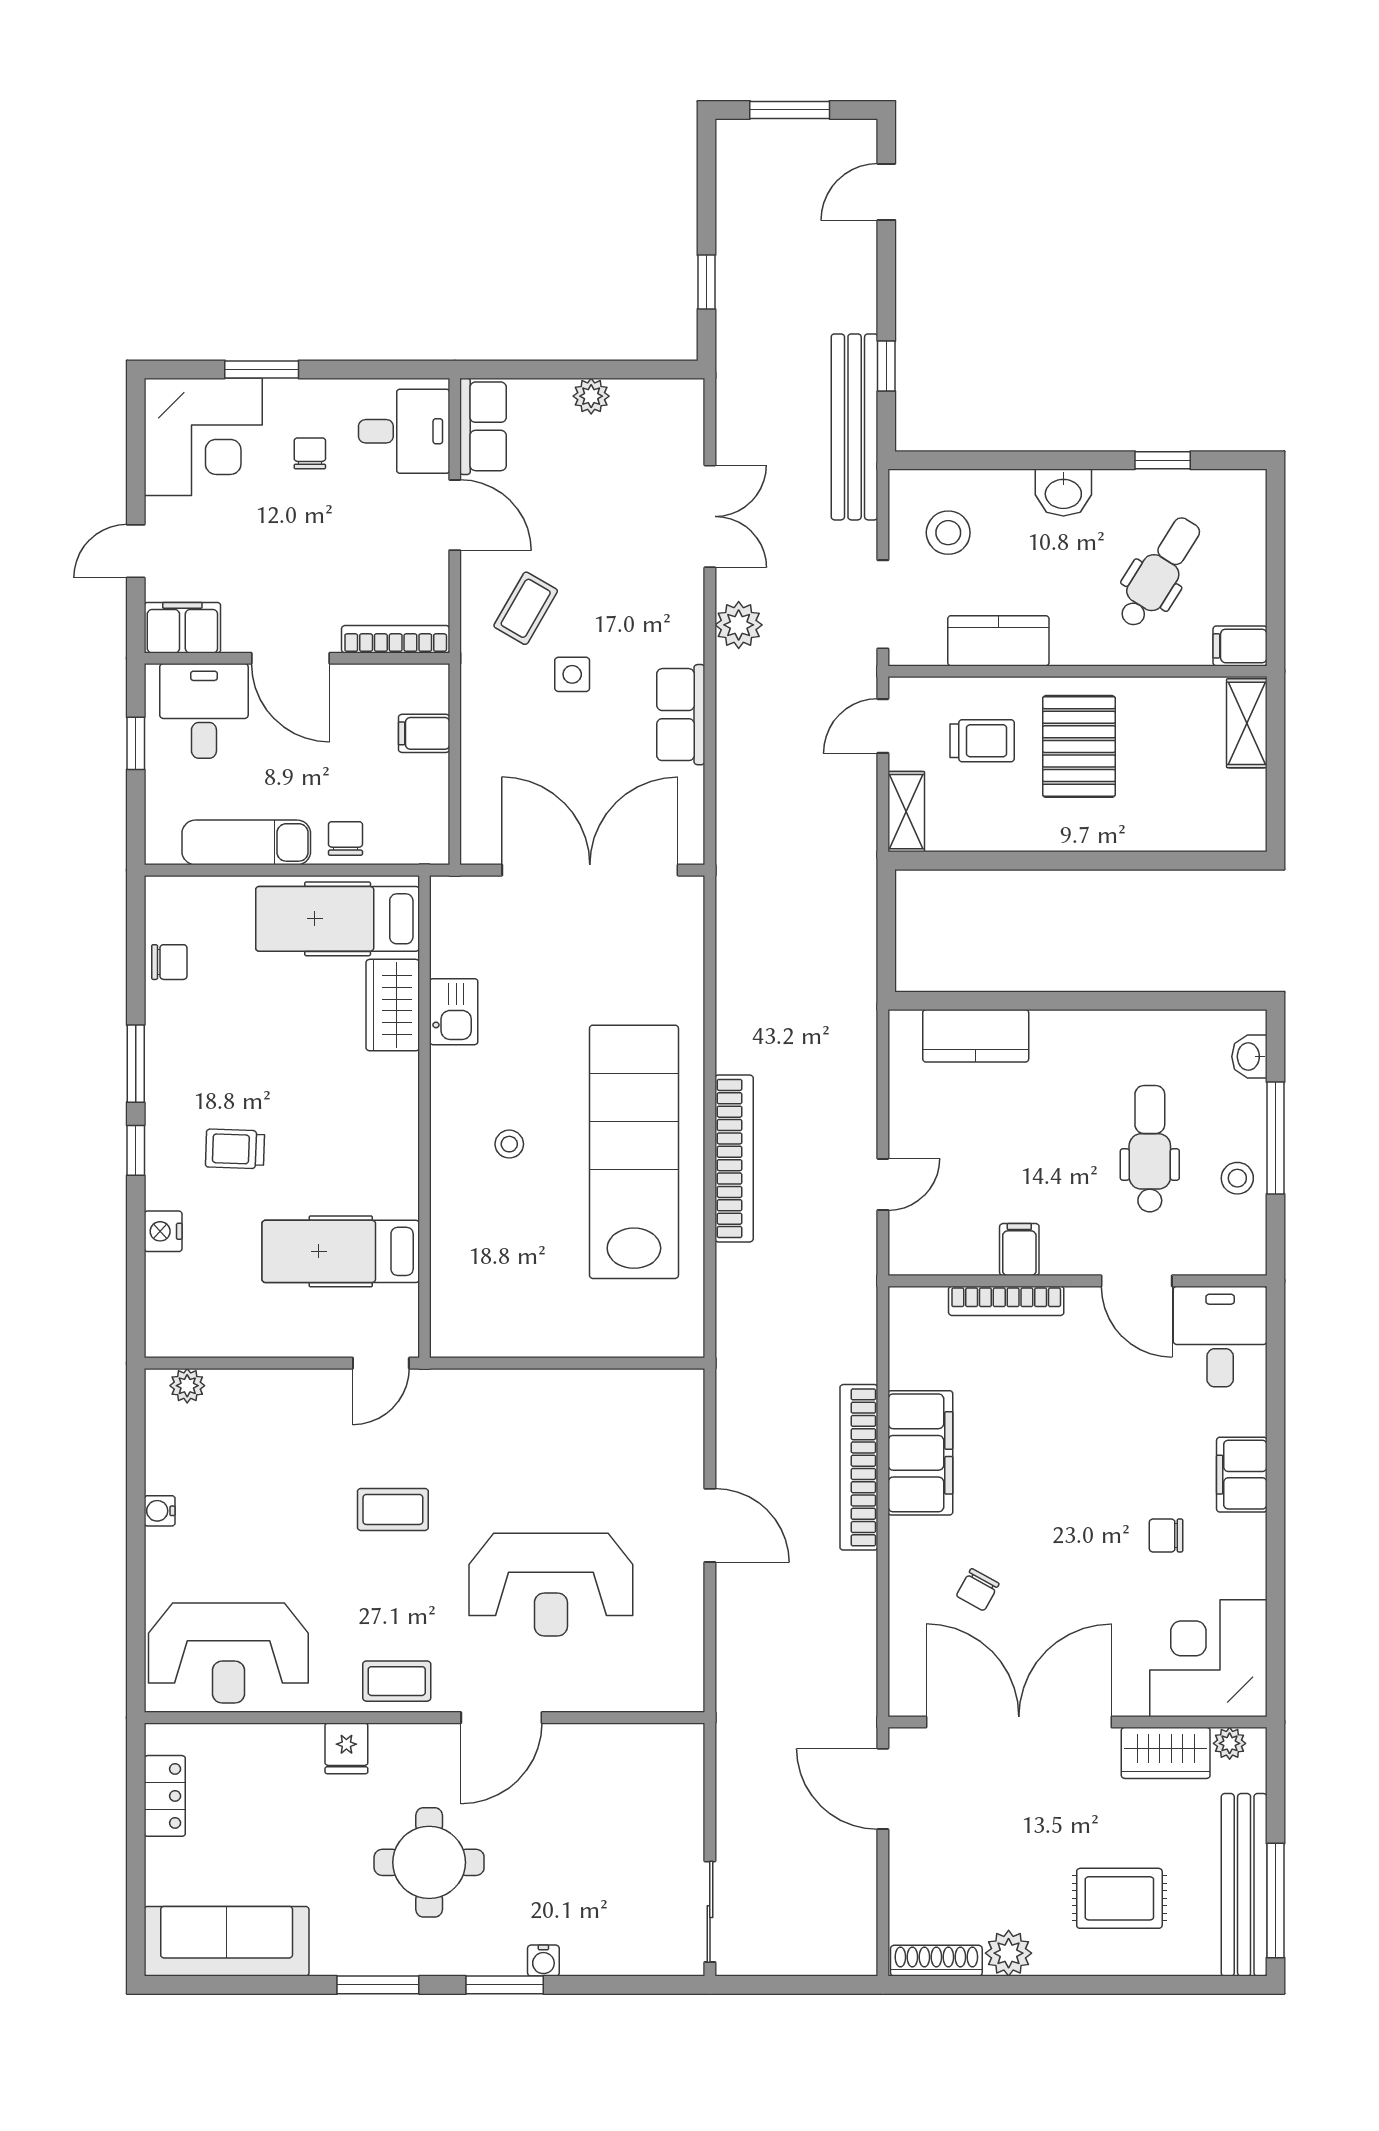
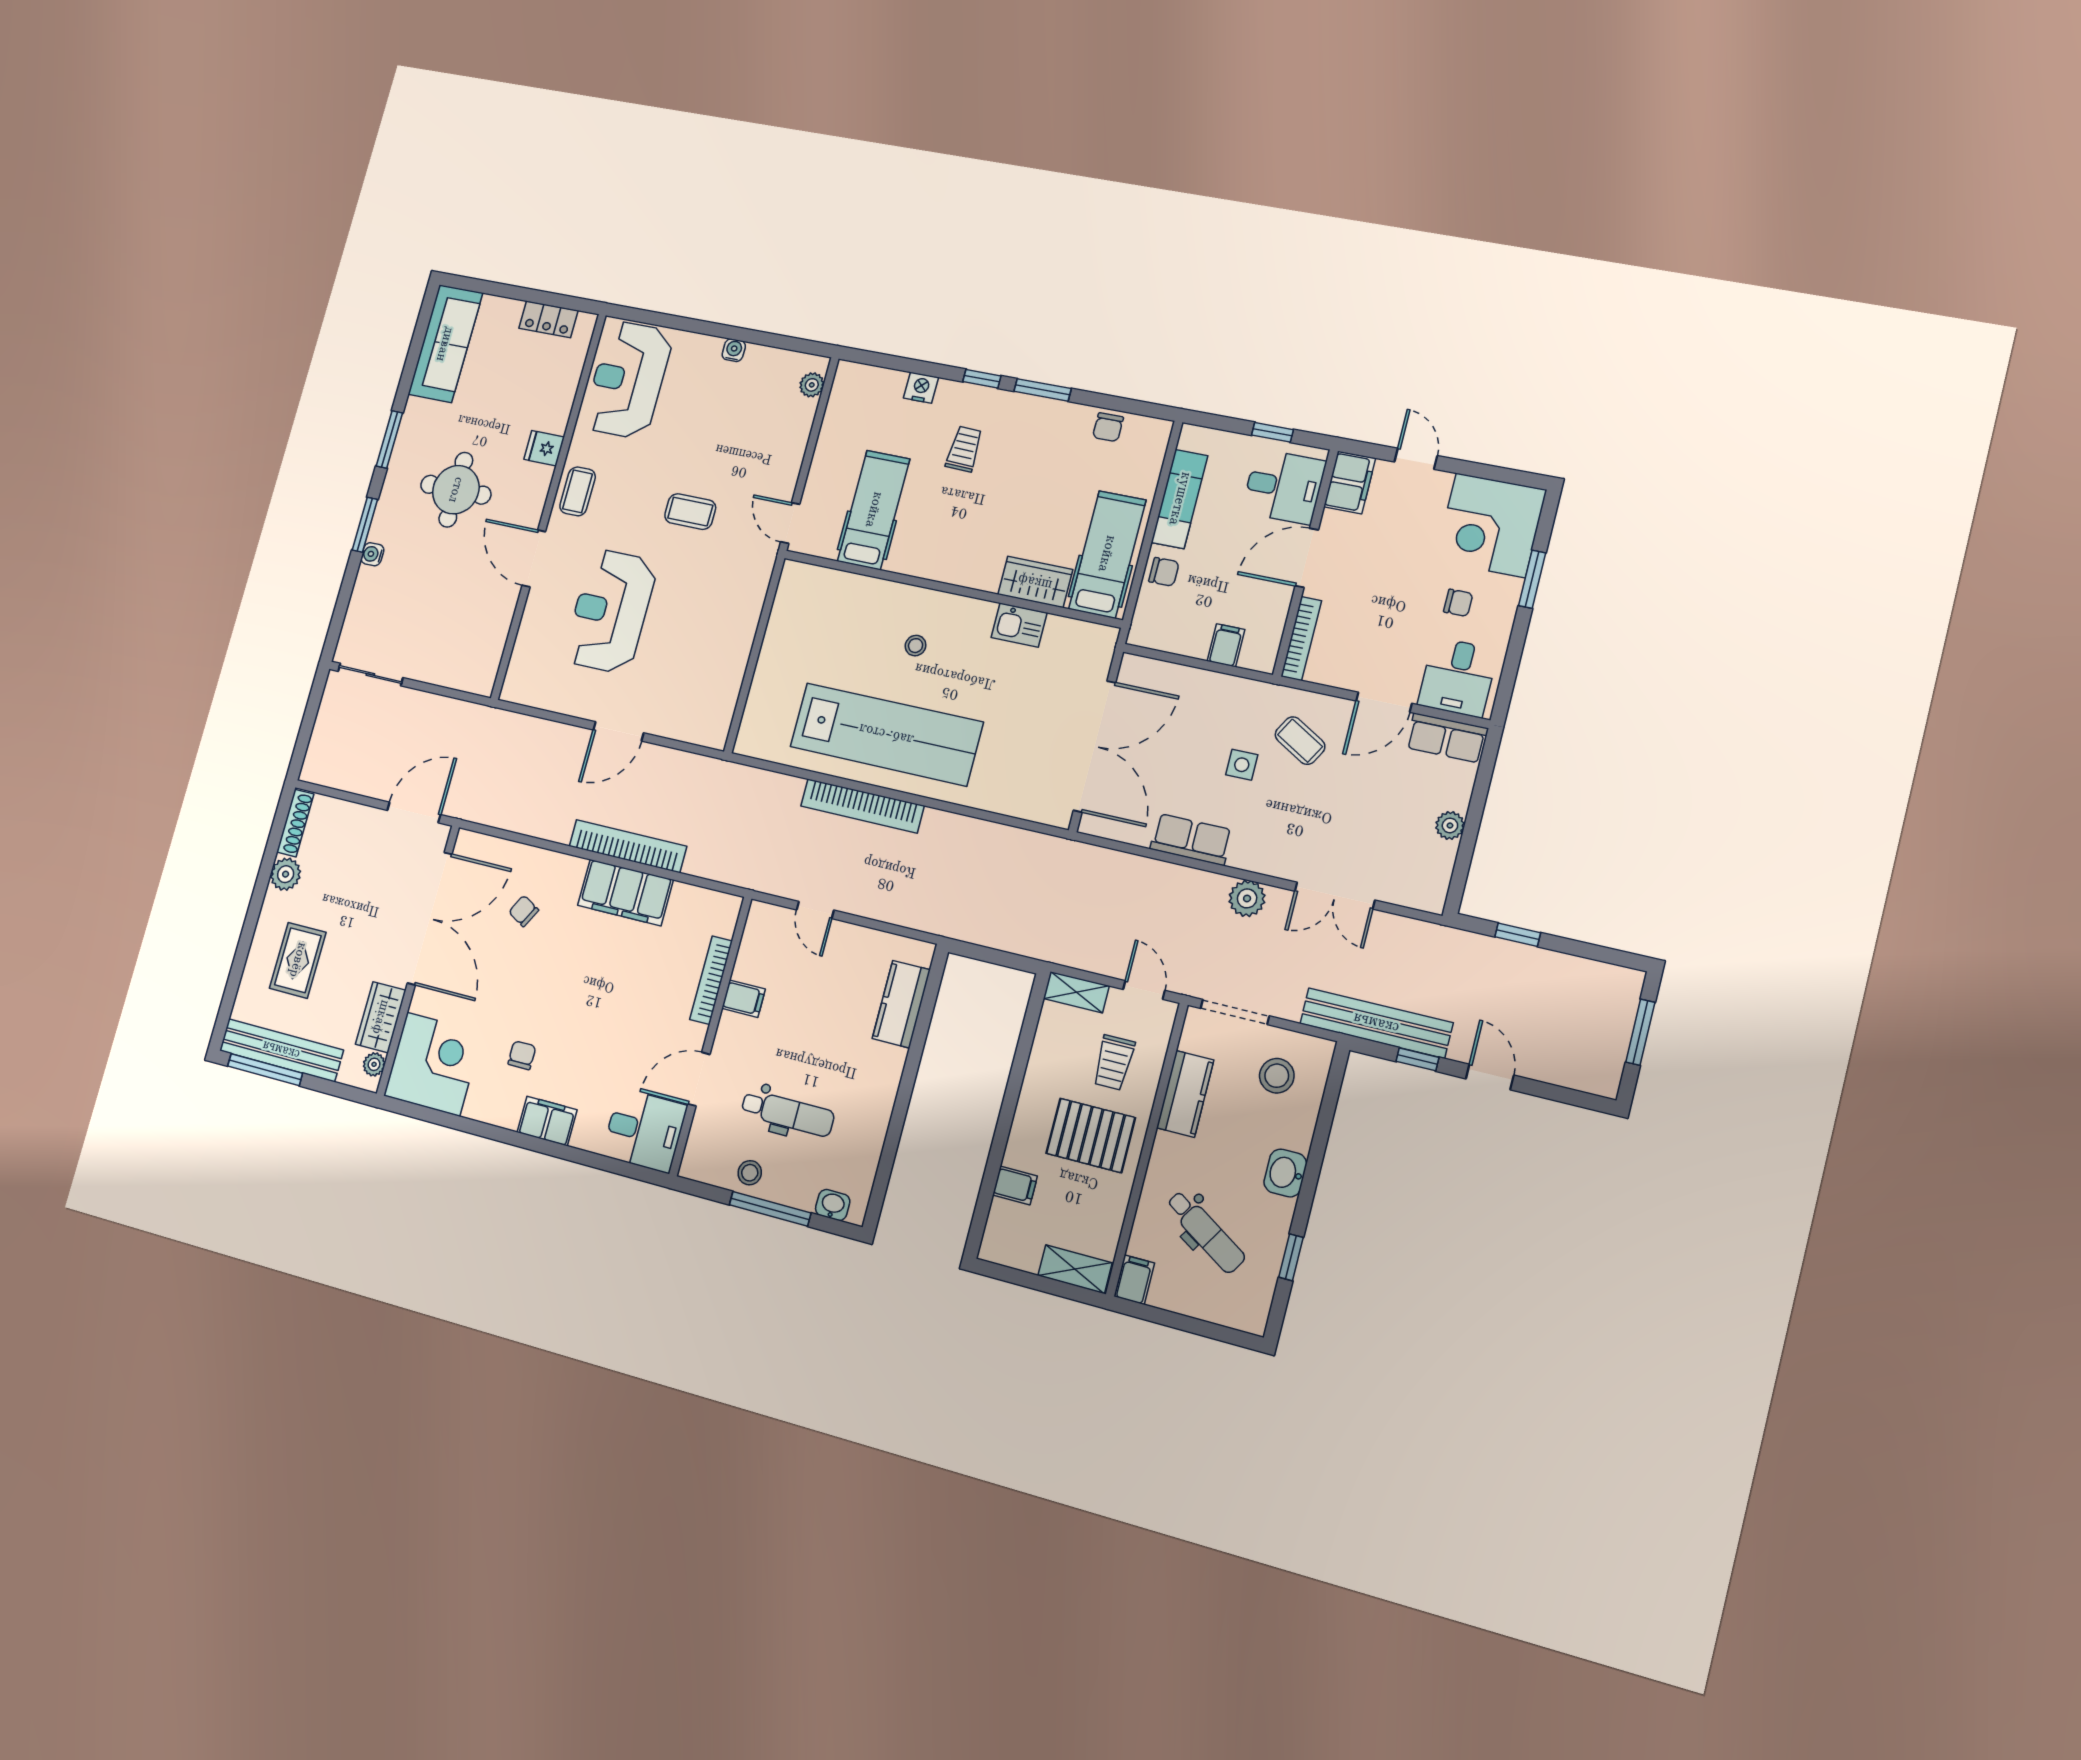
door: (886, 192) -> (1490, 1077), moved
filing cabinet: (1165, 826) -> (1015, 1185), added
coffee table: (393, 1509) -> (690, 512), turned 90

